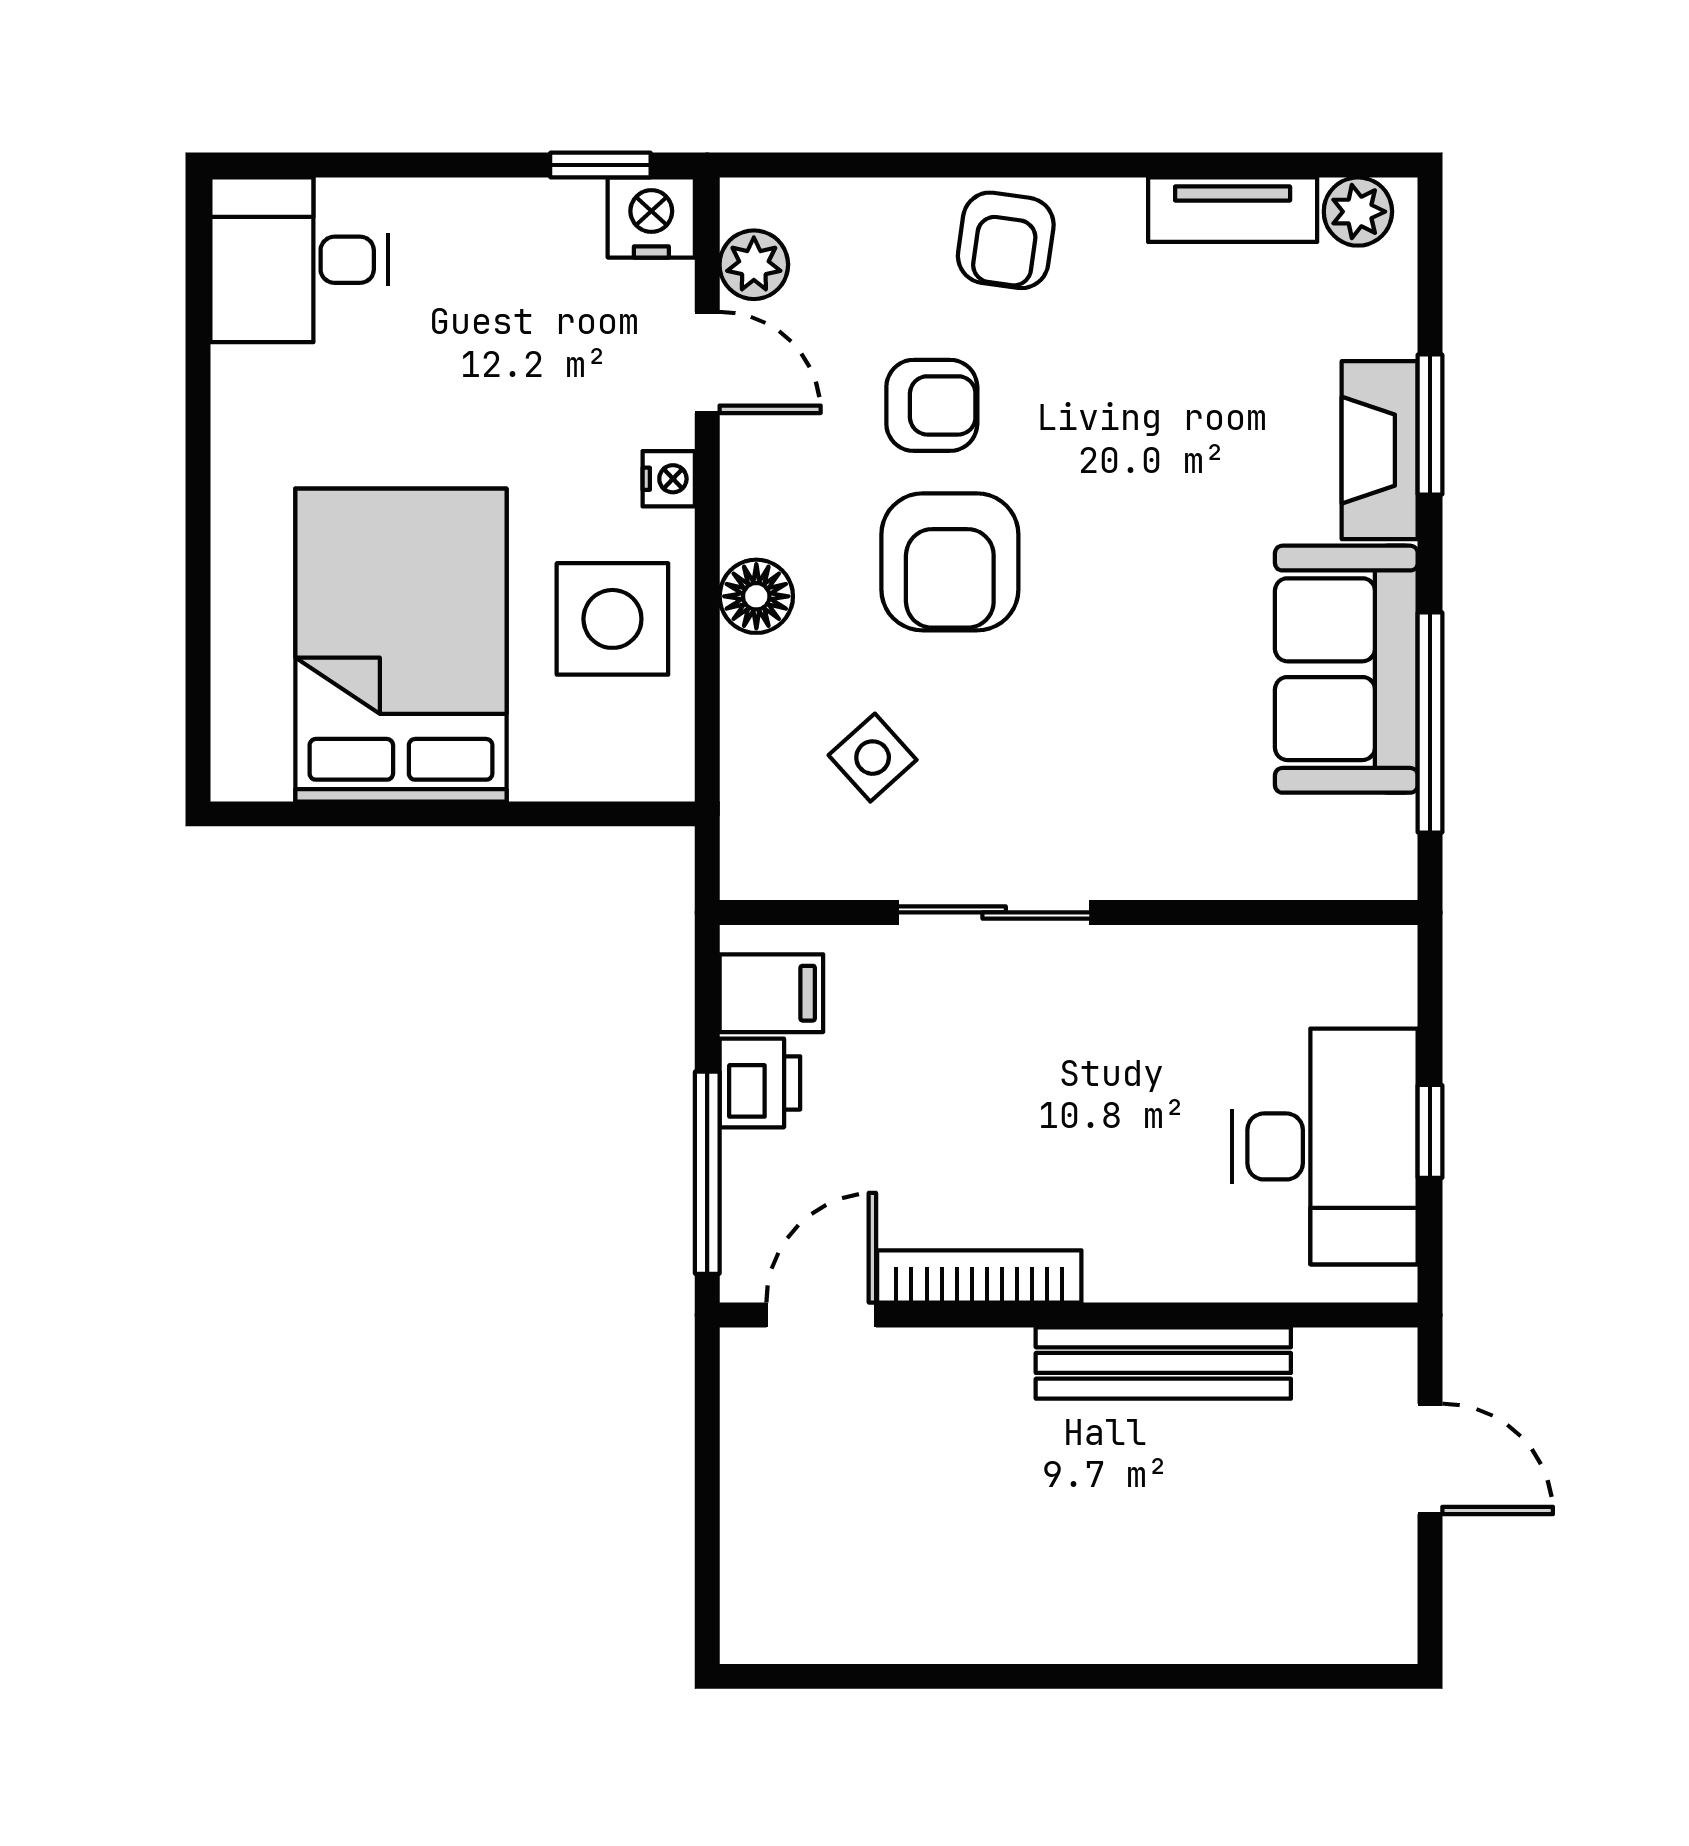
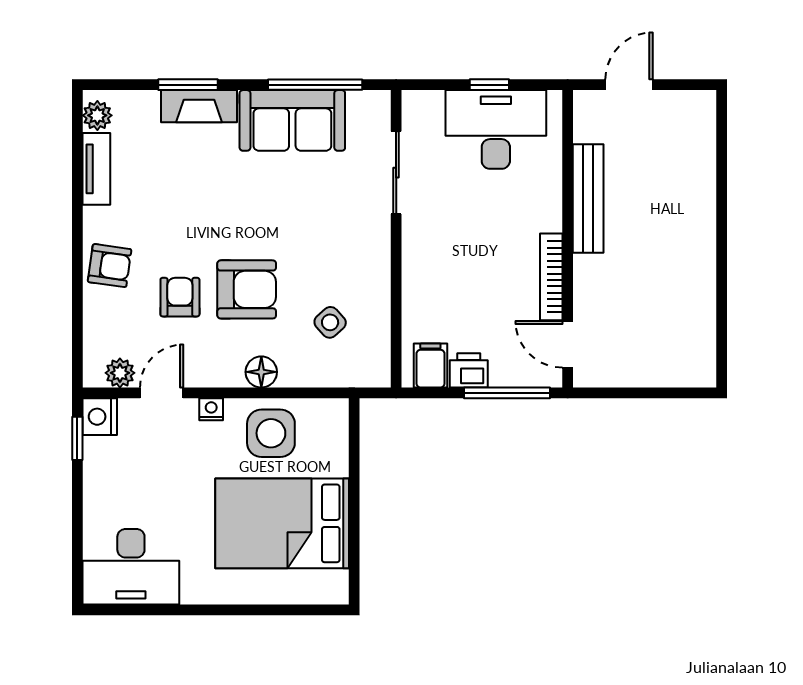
desk: (299, 260) -> (131, 567), width x1.37
sliding door: (994, 912) -> (396, 173), moved

